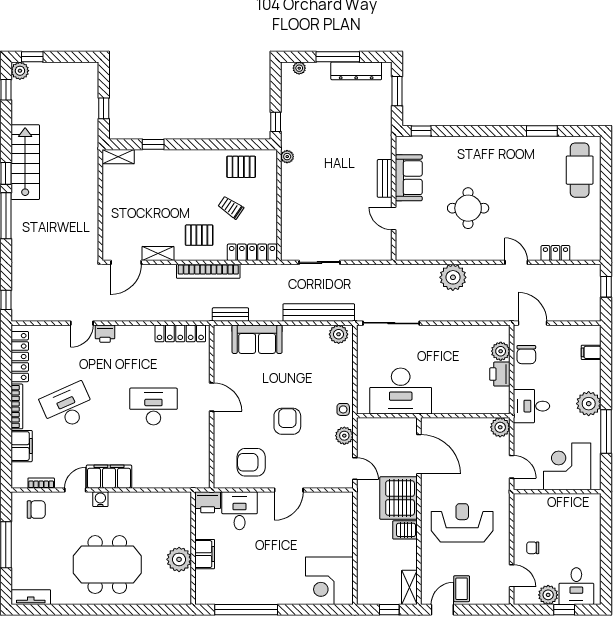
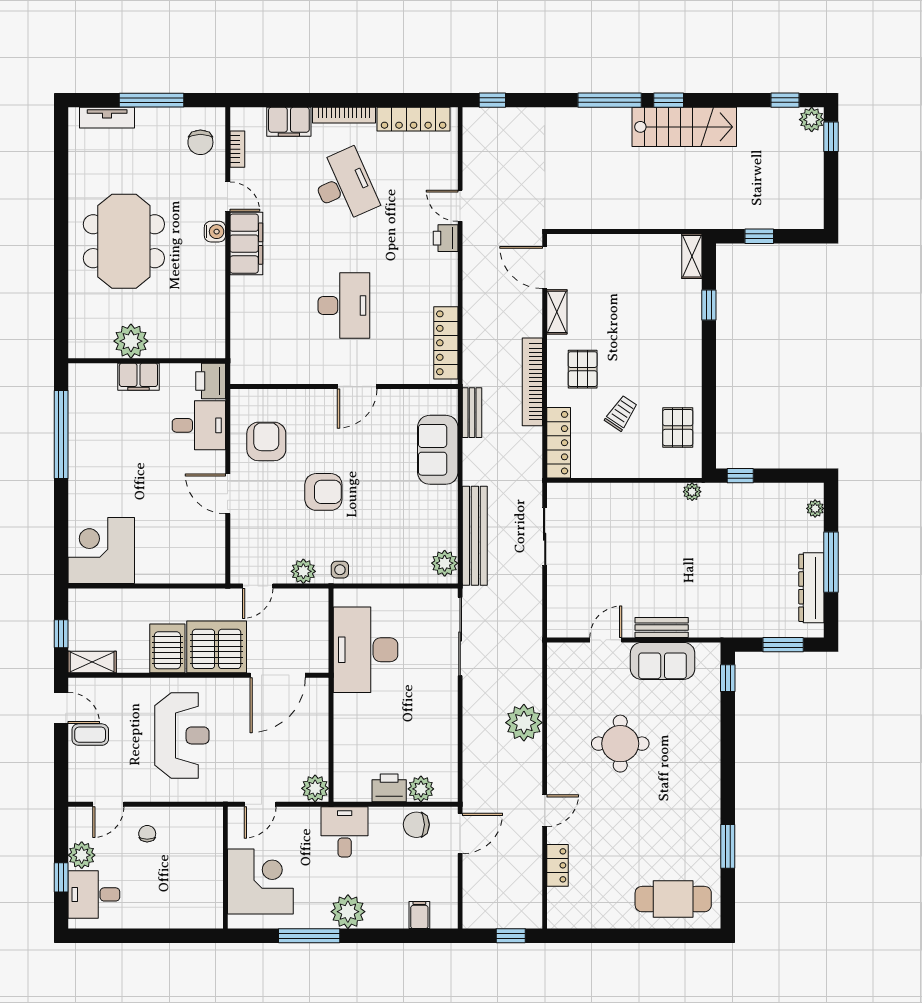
server rack: (405, 530) -> (167, 648), width x1.36, depth x1.44
tv unit: (31, 597) -> (107, 118), moved, turned 90

